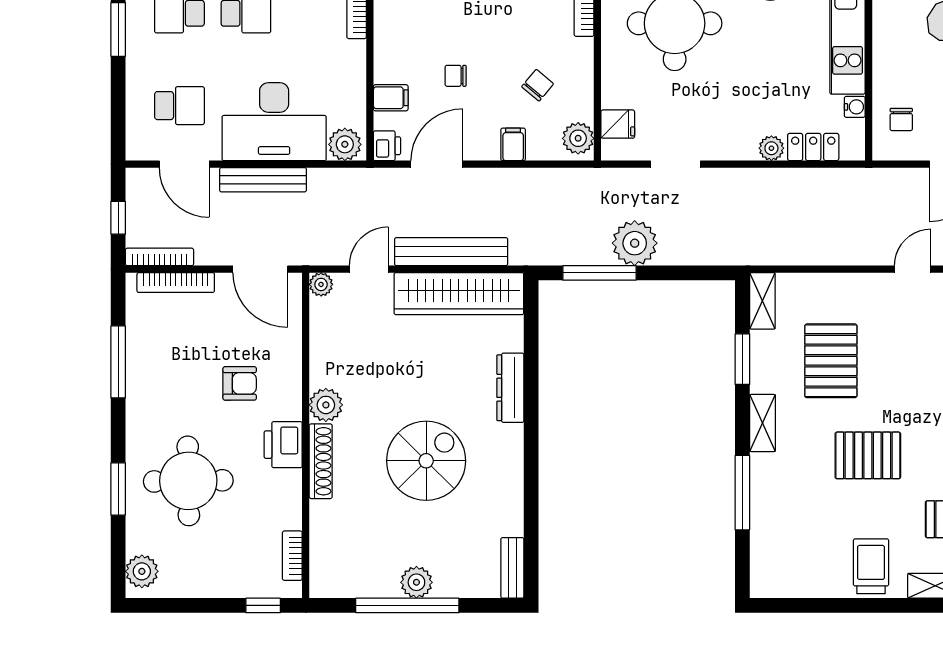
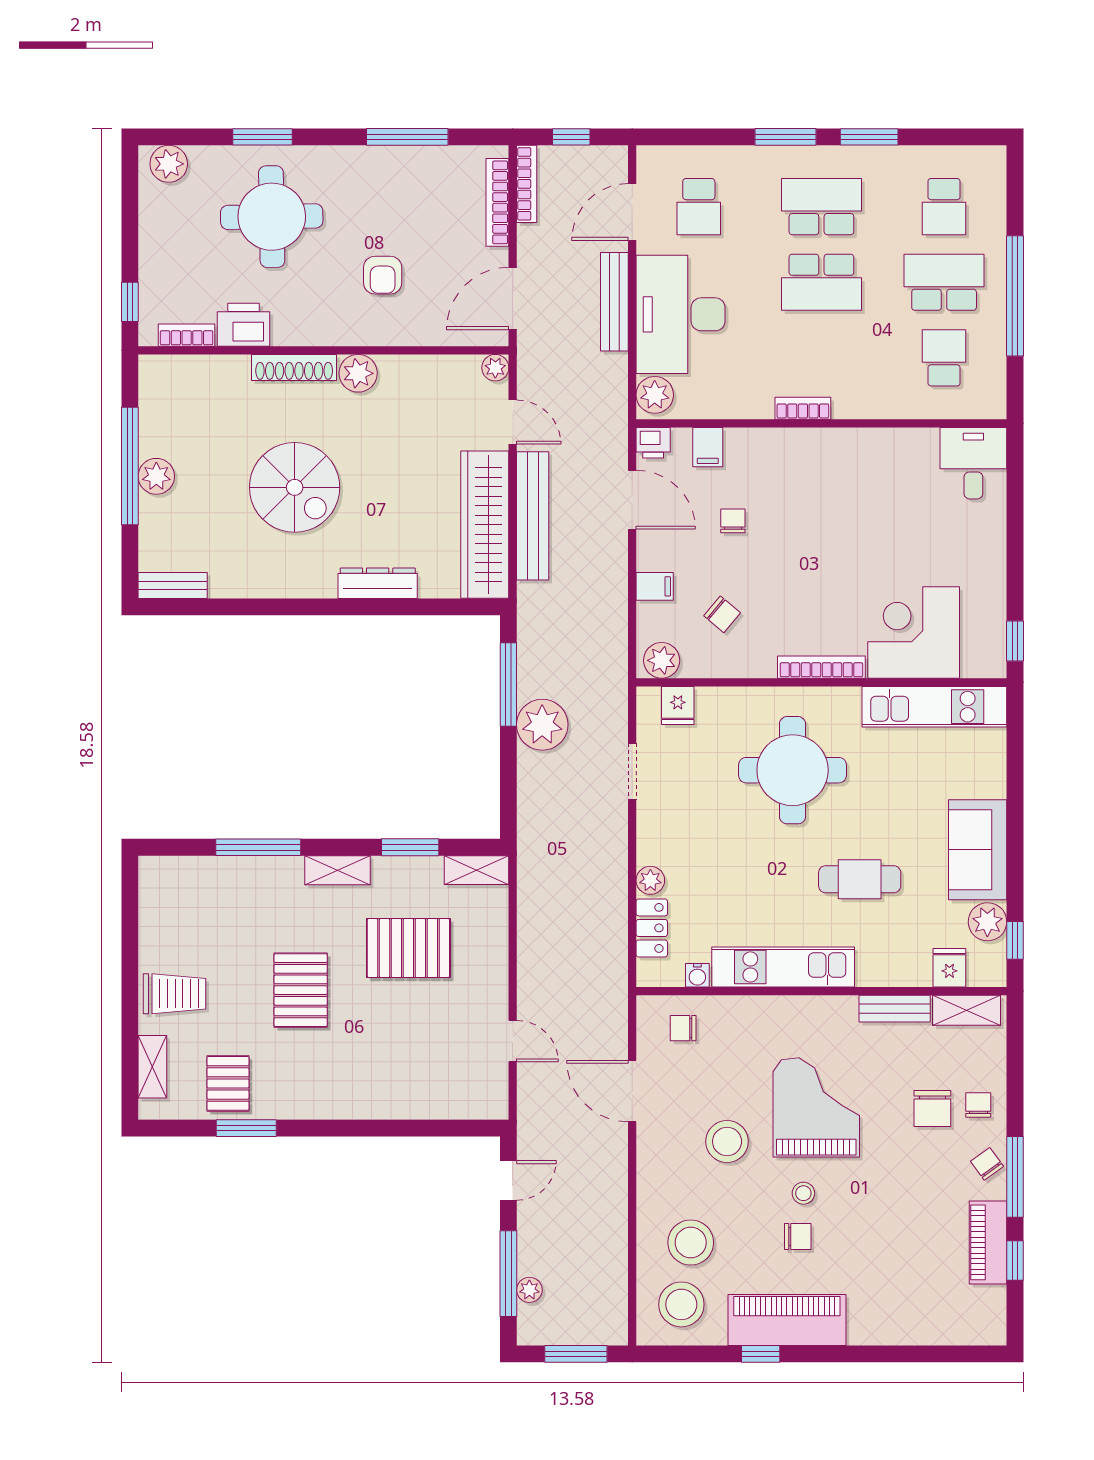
printer: (283, 445) -> (244, 325), moved

